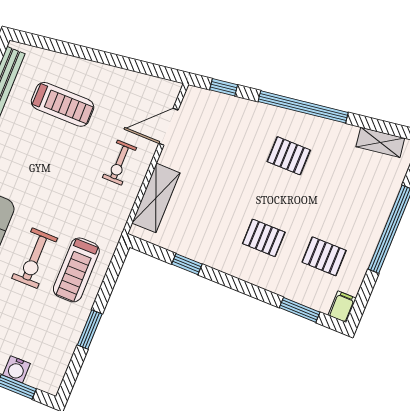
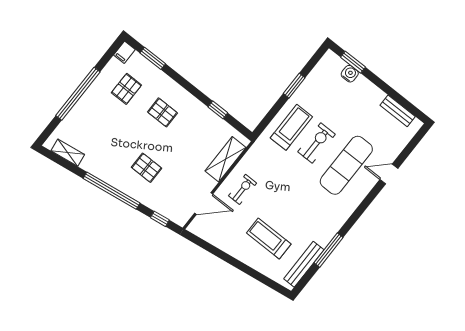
pallet: (289, 156) -> (147, 168), moved
pallet: (324, 256) -> (126, 89), turned 90

